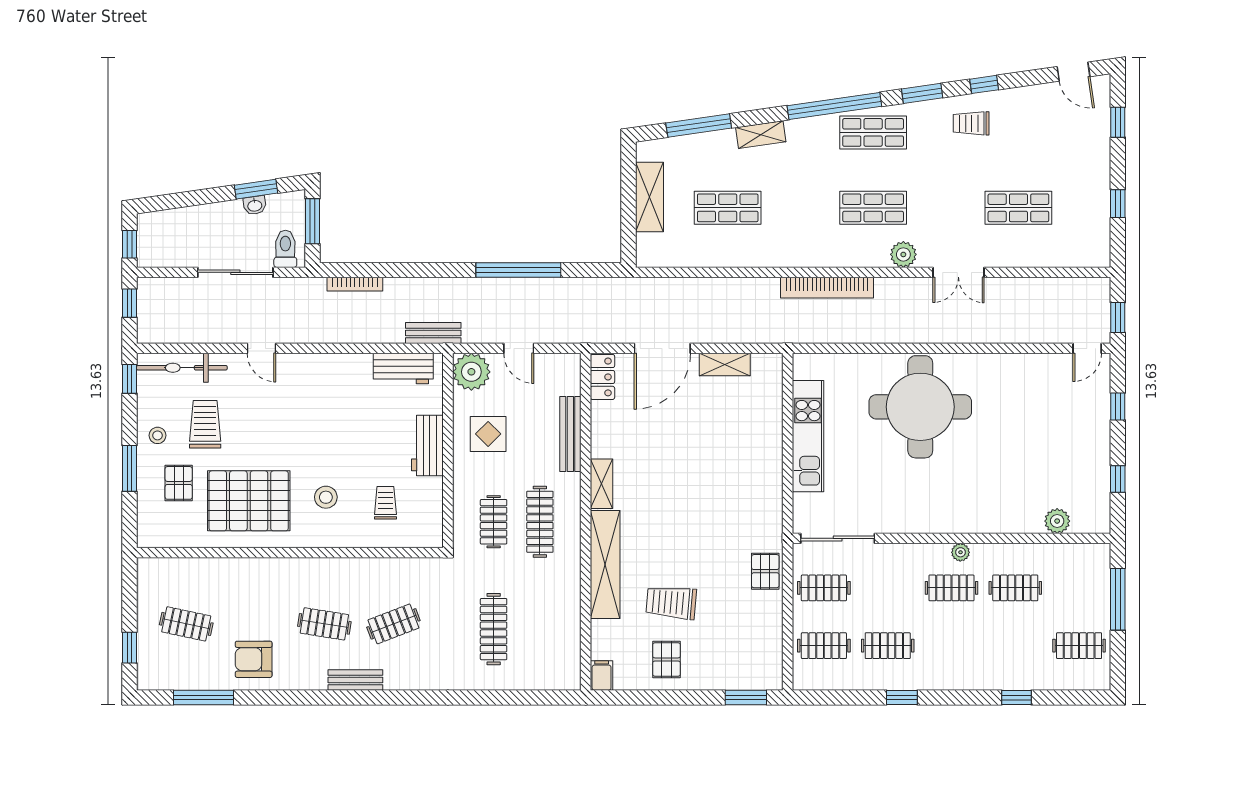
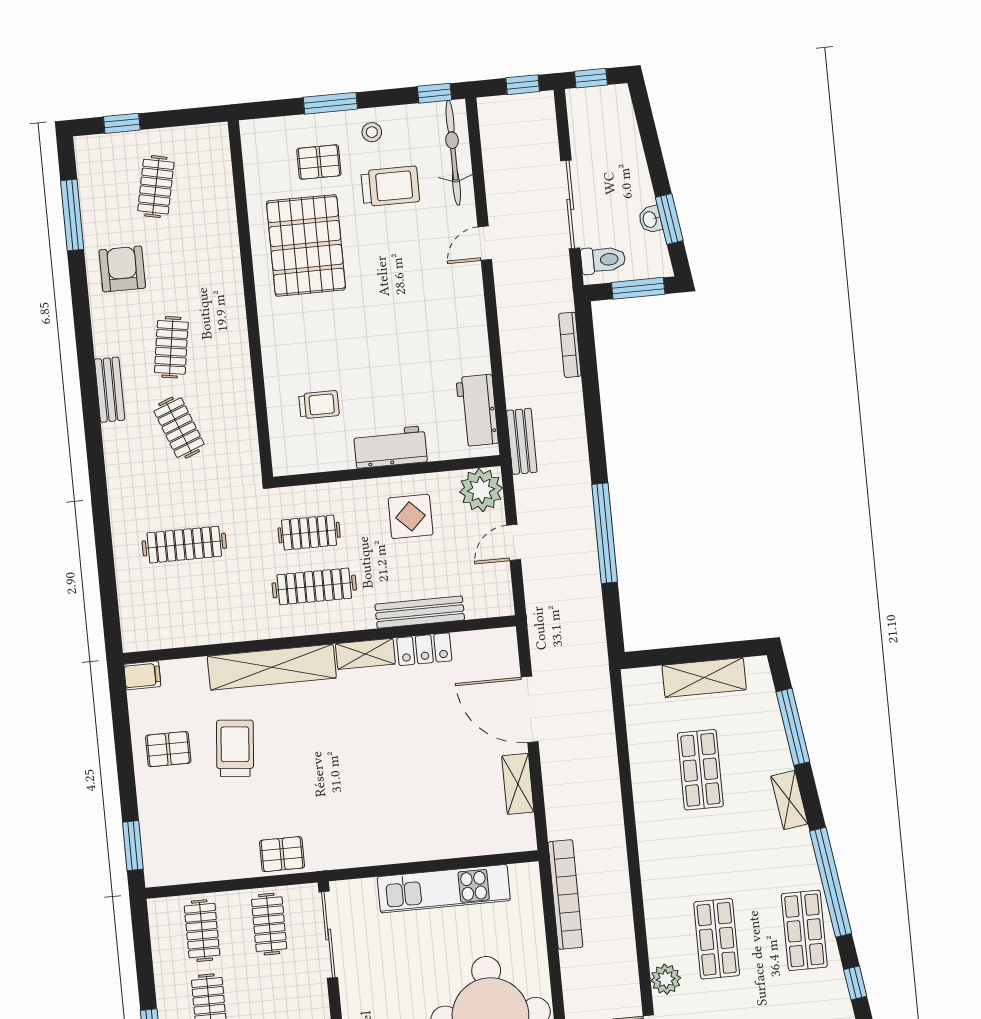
window: (922, 93) -> (855, 983), width x0.67
bookcase: (827, 288) -> (565, 894), moved, turned 180
locker: (602, 377) -> (424, 649), moved
stool: (326, 497) -> (319, 335), removed

